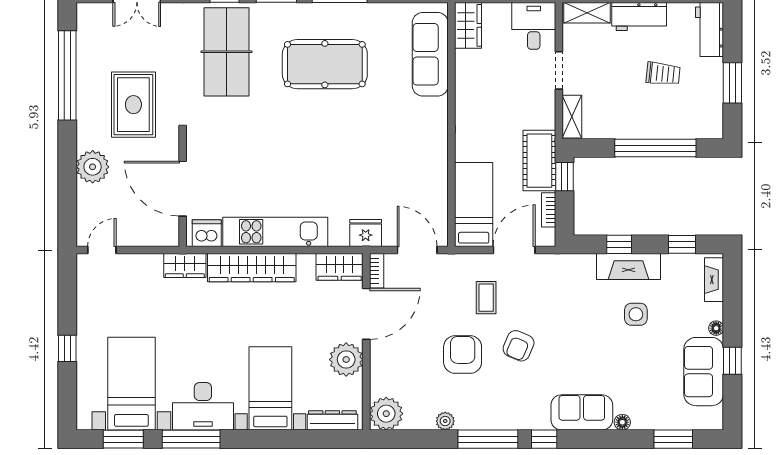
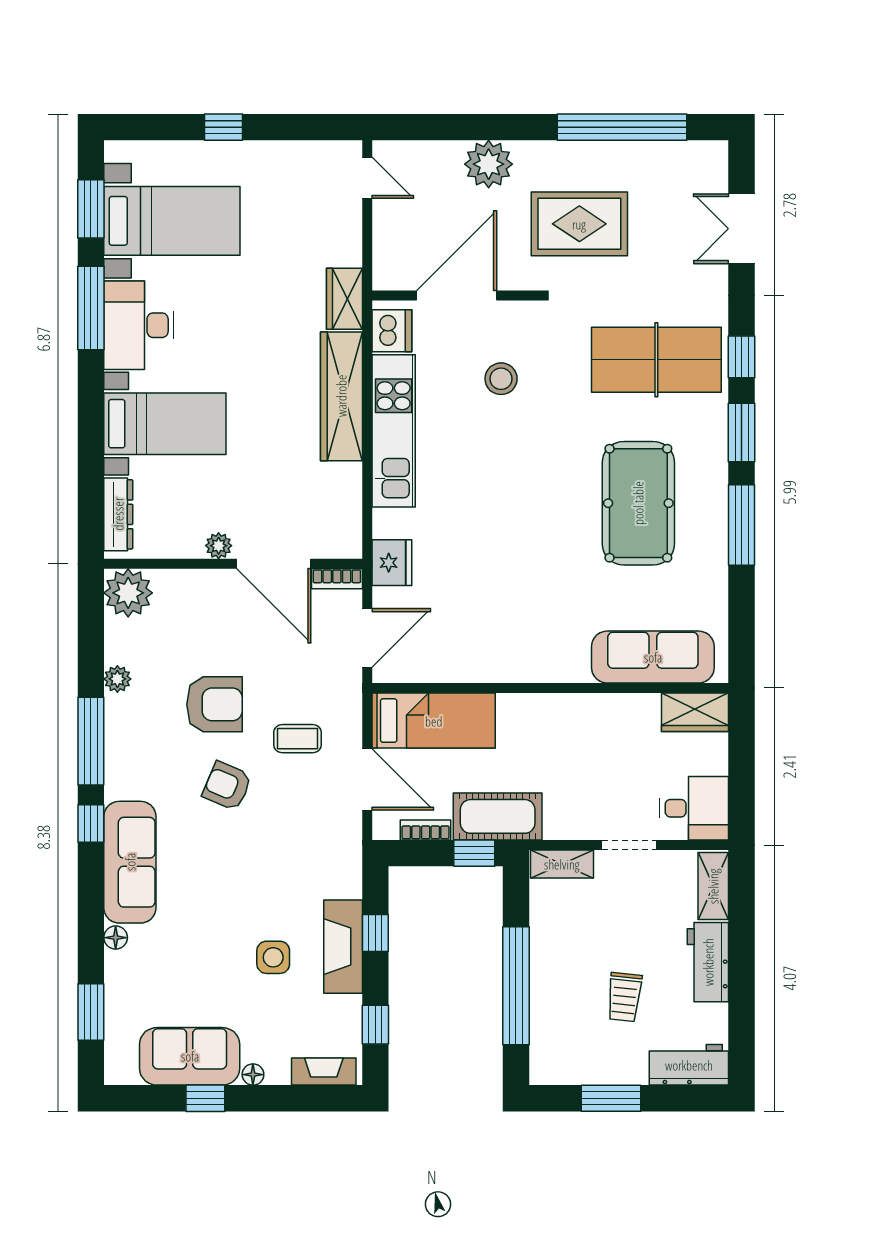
stool: (240, 158) -> (501, 379), added
wardrobe: (340, 267) -> (342, 525), removed
plant: (346, 360) -> (219, 546), width x0.53, depth x0.53
sofa: (582, 412) -> (130, 862), width x1.36

